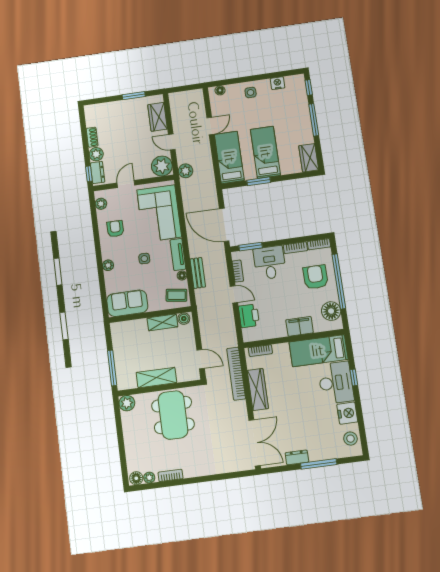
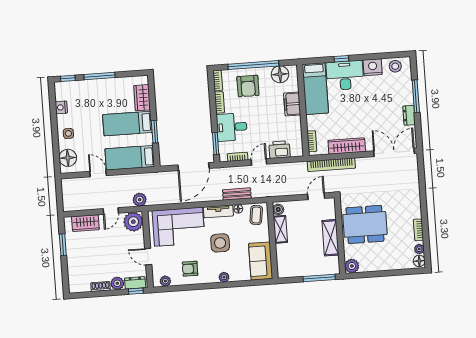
floor lamp: (220, 90) -> (68, 158), width x1.89, depth x1.89
wardrobe: (309, 158) -> (142, 98), moved, turned 90
side table: (144, 259) -> (220, 243), width x1.87, depth x1.87
armchair: (316, 277) -> (248, 86), turned -90

